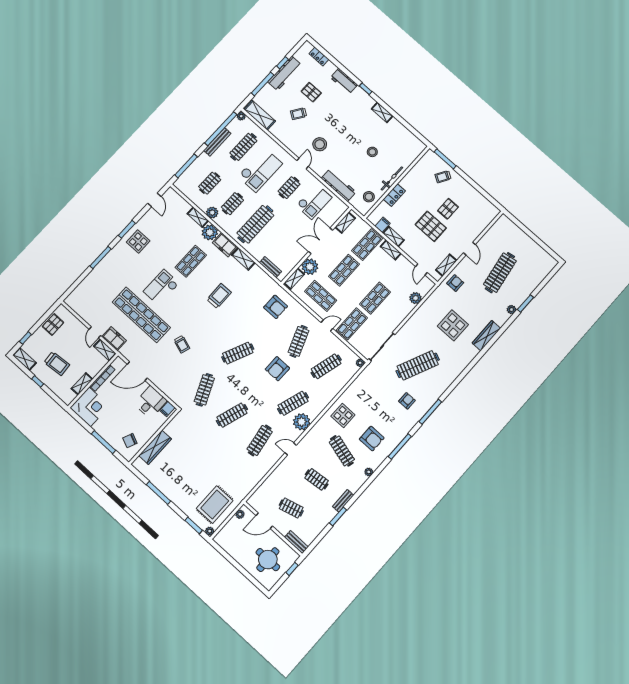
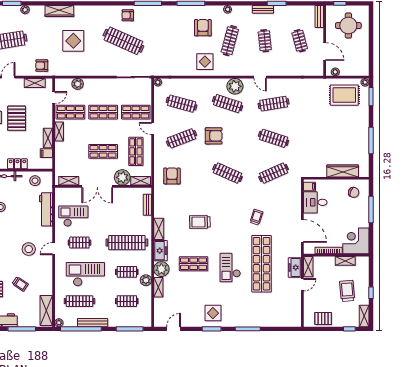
shop shelf: (367, 245) -> (70, 112), moved
checkout: (161, 287) -> (230, 268), turned 90
armchair: (407, 401) -> (128, 15), moved

